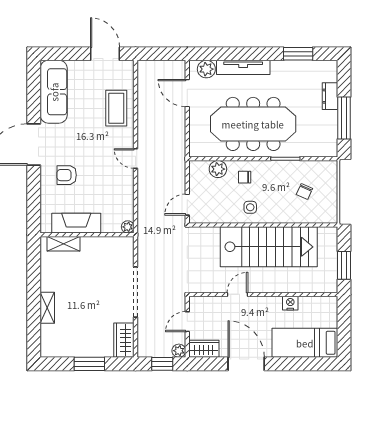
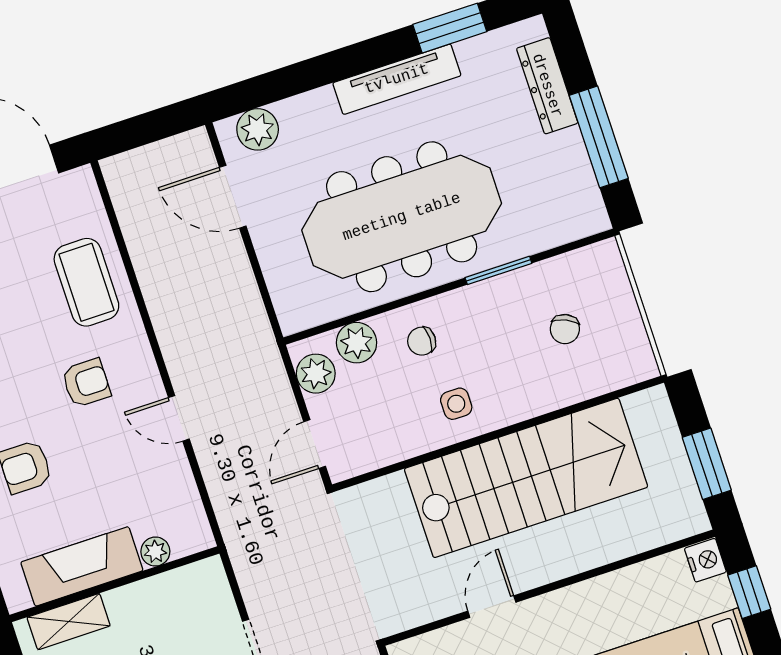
tv unit: (243, 67) -> (397, 79), moved
dresser: (330, 96) -> (547, 86), width x1.44
armchair: (103, 149) -> (86, 383), added
door: (136, 159) -> (179, 418), moved
plant: (197, 176) -> (316, 374), added
plant: (128, 227) -> (155, 552), moved
nightstand: (290, 303) -> (705, 560), moved, turned 90
window: (344, 323) -> (749, 592), added

